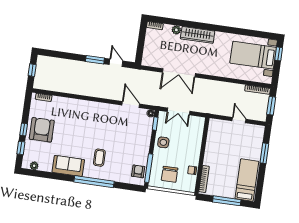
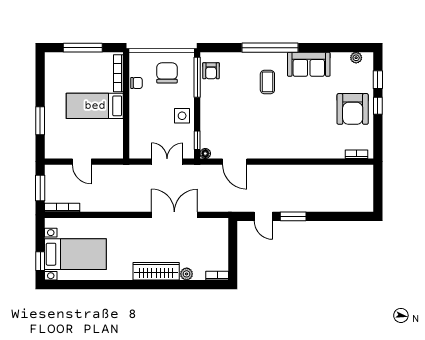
window: (32, 70) -> (378, 190), removed
bed: (247, 180) -> (95, 106), moved, turned 90

